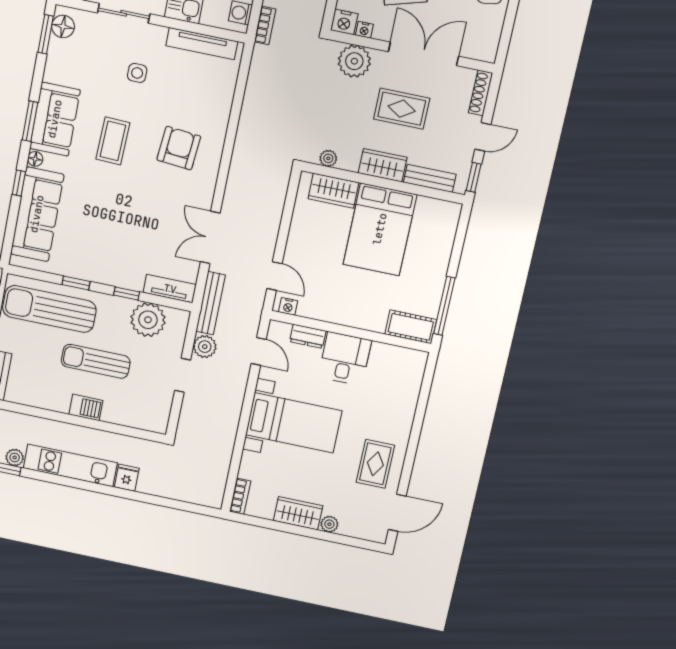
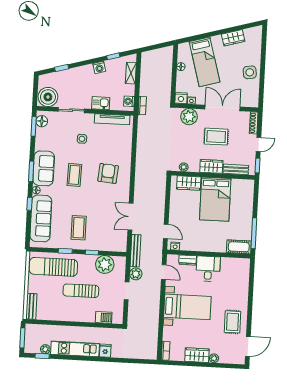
coffee table: (107, 243) -> (79, 228), added
tv unit: (170, 289) -> (114, 246), removed
barbecue: (86, 407) -> (104, 317), moved

